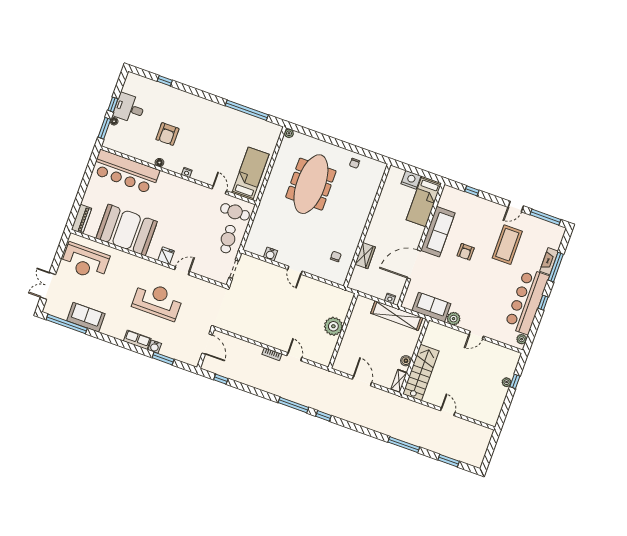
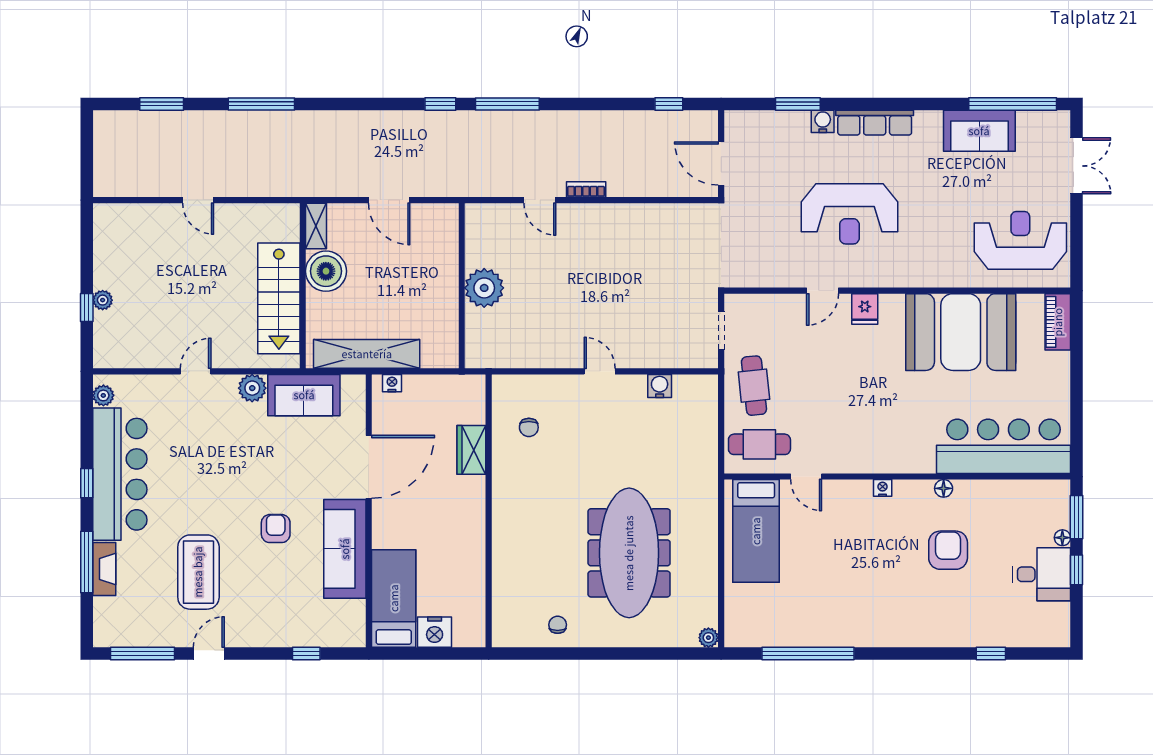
row of seats: (137, 340) -> (875, 123), width x1.48
boiler: (406, 361) -> (326, 271), width x1.86, depth x1.86
stairs: (421, 372) -> (279, 298), moved

